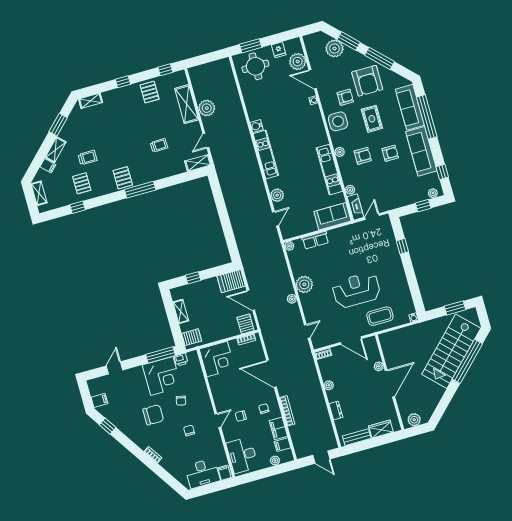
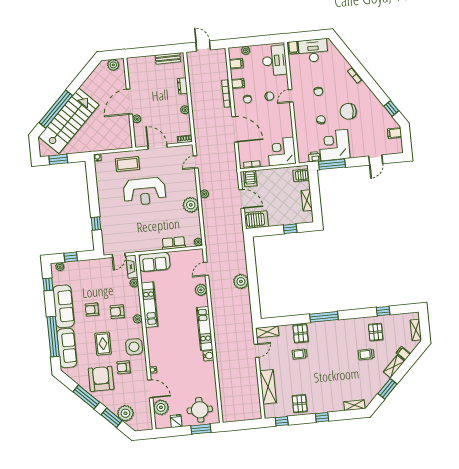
plant: (207, 108) -> (241, 281), moved
pallet: (123, 178) -> (301, 334), moved
filing cabinet: (278, 428) -> (238, 83), width x0.50
wardrobe: (381, 429) -> (145, 62), removed

